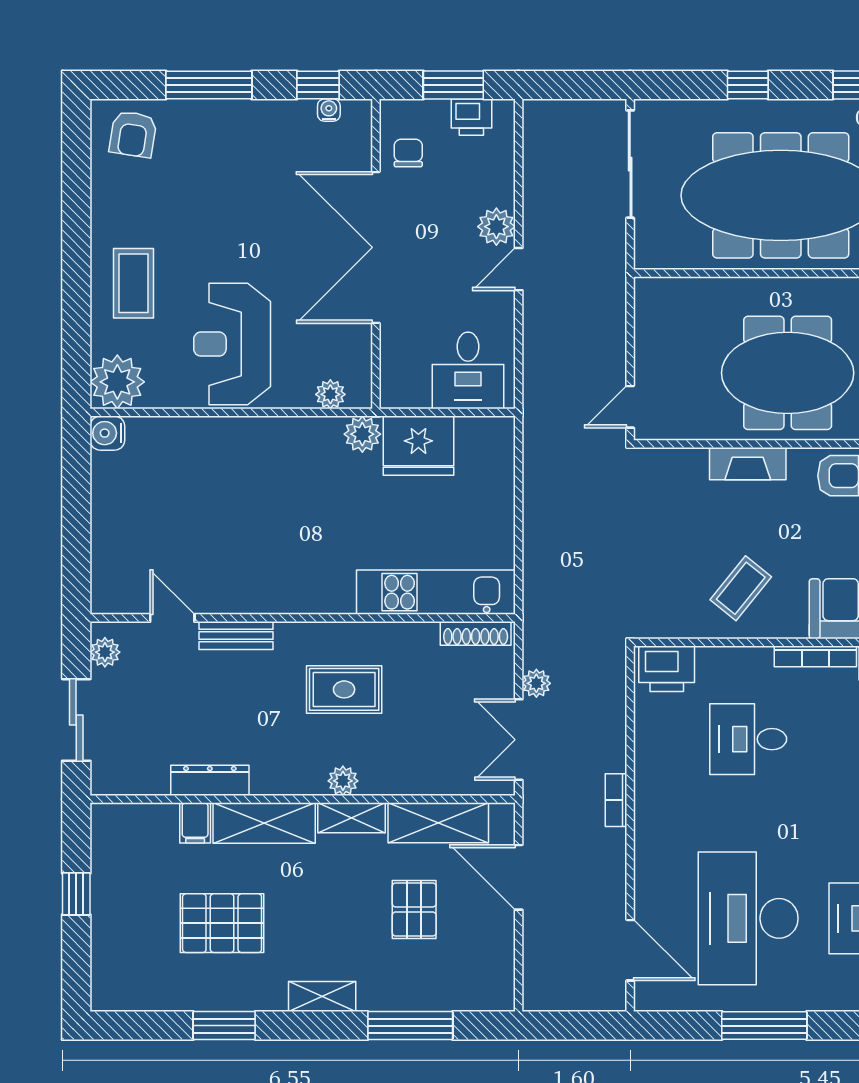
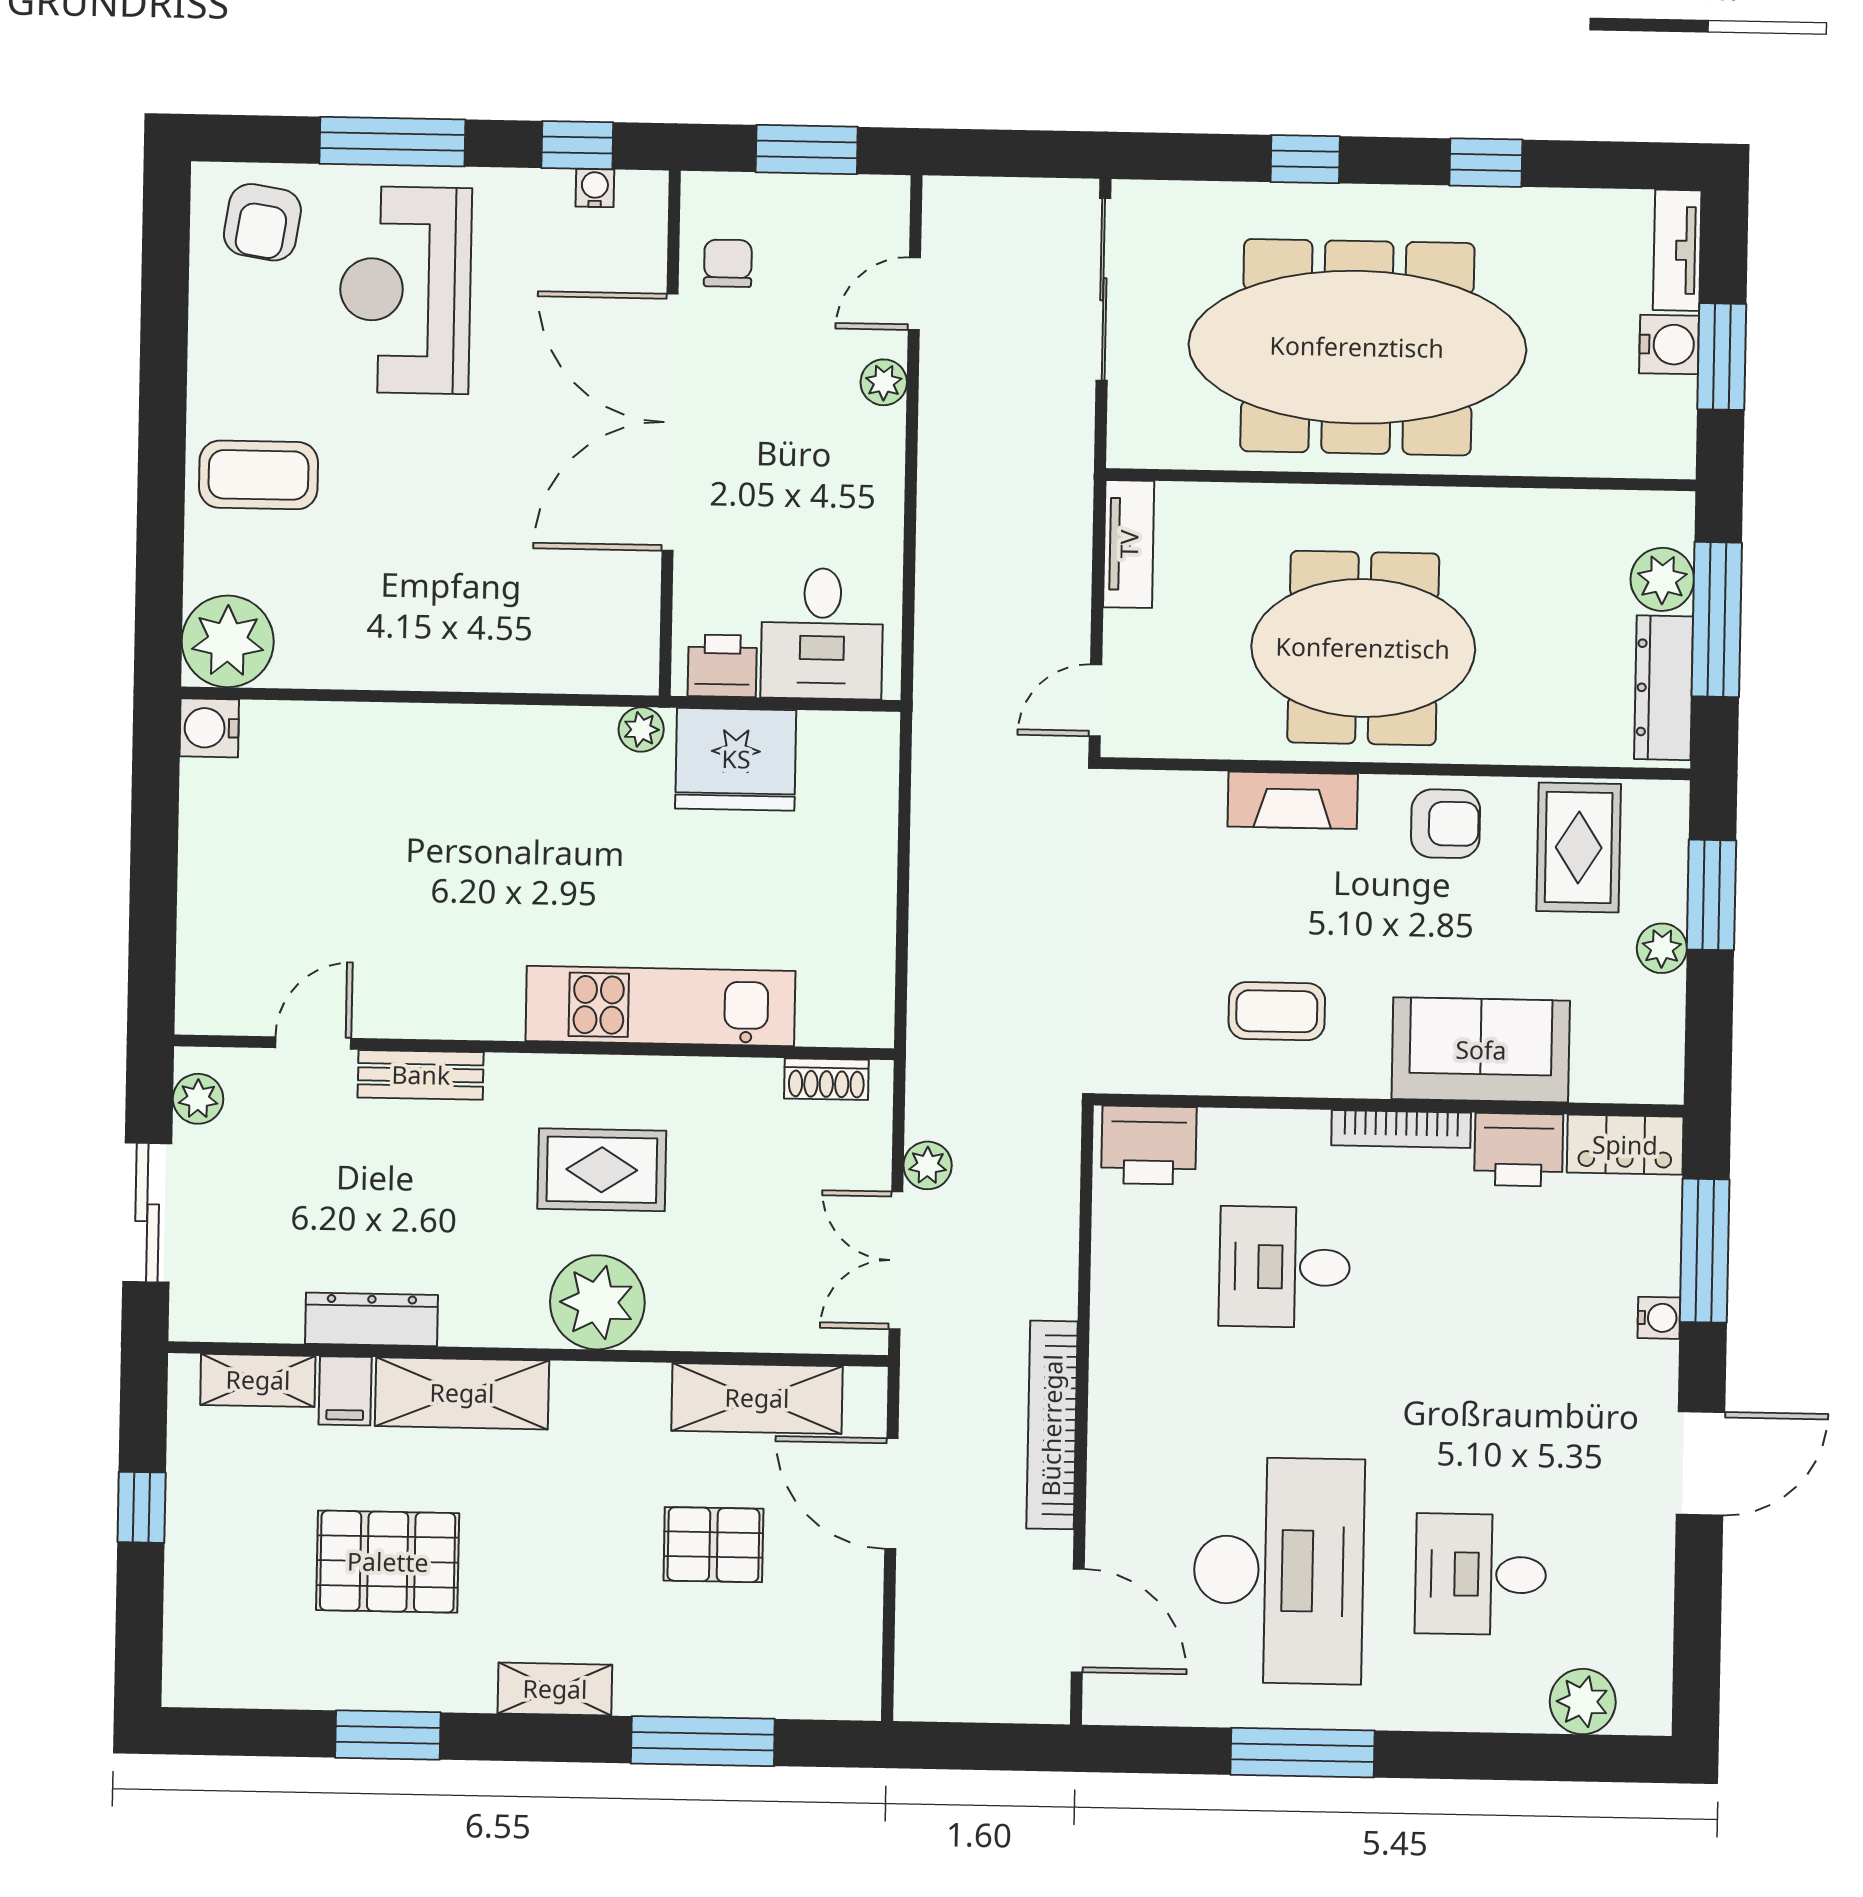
printer: (471, 117) -> (722, 666), moved, turned 180
plant: (496, 227) -> (884, 382), width x0.73, depth x0.73
door: (519, 269) -> (914, 294), moved
coffee table: (134, 283) -> (258, 475), turned 90
tv unit: (648, 314) -> (1129, 544), added
reception desk: (232, 344) -> (405, 290), moved
plant: (330, 394) -> (588, 669), removed
plant: (362, 434) -> (641, 729), width x0.73, depth x0.73
coffee table: (741, 588) -> (1277, 1011), turned 51
kitchen unit: (436, 592) -> (660, 1006), moved
door: (172, 618) -> (313, 1043), hinge flipped
shoe rack: (476, 633) -> (826, 1079), width x0.70
plant: (343, 781) -> (597, 1302), width x1.87, depth x1.87
bookcase: (616, 800) -> (1052, 1425), width x2.31, depth x1.31
shelving: (352, 818) -> (258, 1380), moved
pallet: (414, 909) -> (713, 1545), turned 90
desk: (748, 918) -> (1279, 1570), turned 180

